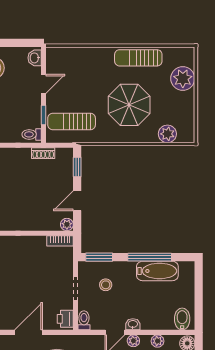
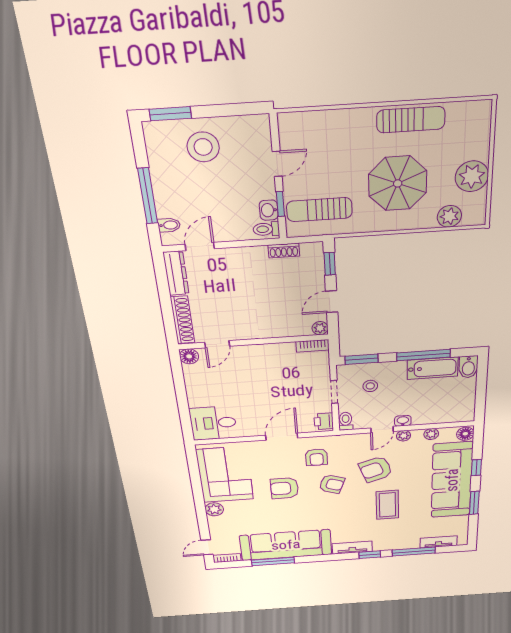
washbasin: (35, 58) -> (269, 210), moved
sun lounger: (138, 58) -> (411, 120), turned 180
plant: (183, 79) -> (472, 176), moved
bidet: (182, 319) -> (468, 367), moved, turned 180

